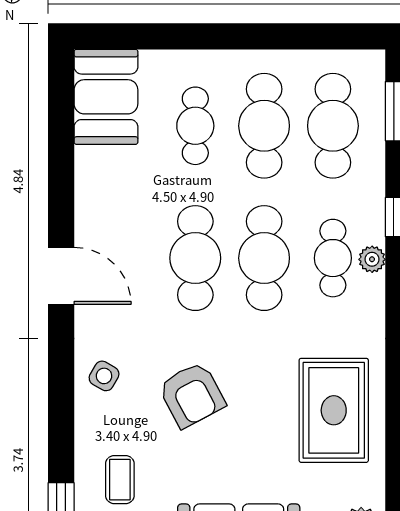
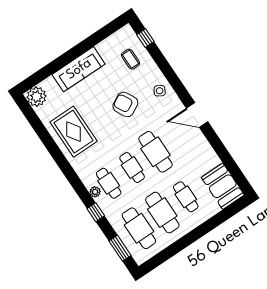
cafe table: (264, 258) -> (132, 168), width x0.73, depth x0.74

